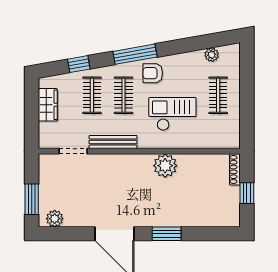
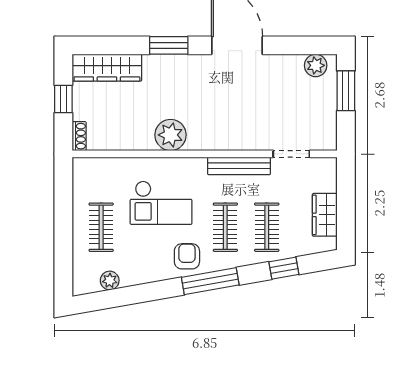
armchair: (153, 73) -> (187, 256), turned -90
shoe rack: (235, 169) -> (79, 136), width x0.70
wardrobe: (214, 217) -> (107, 68), added

